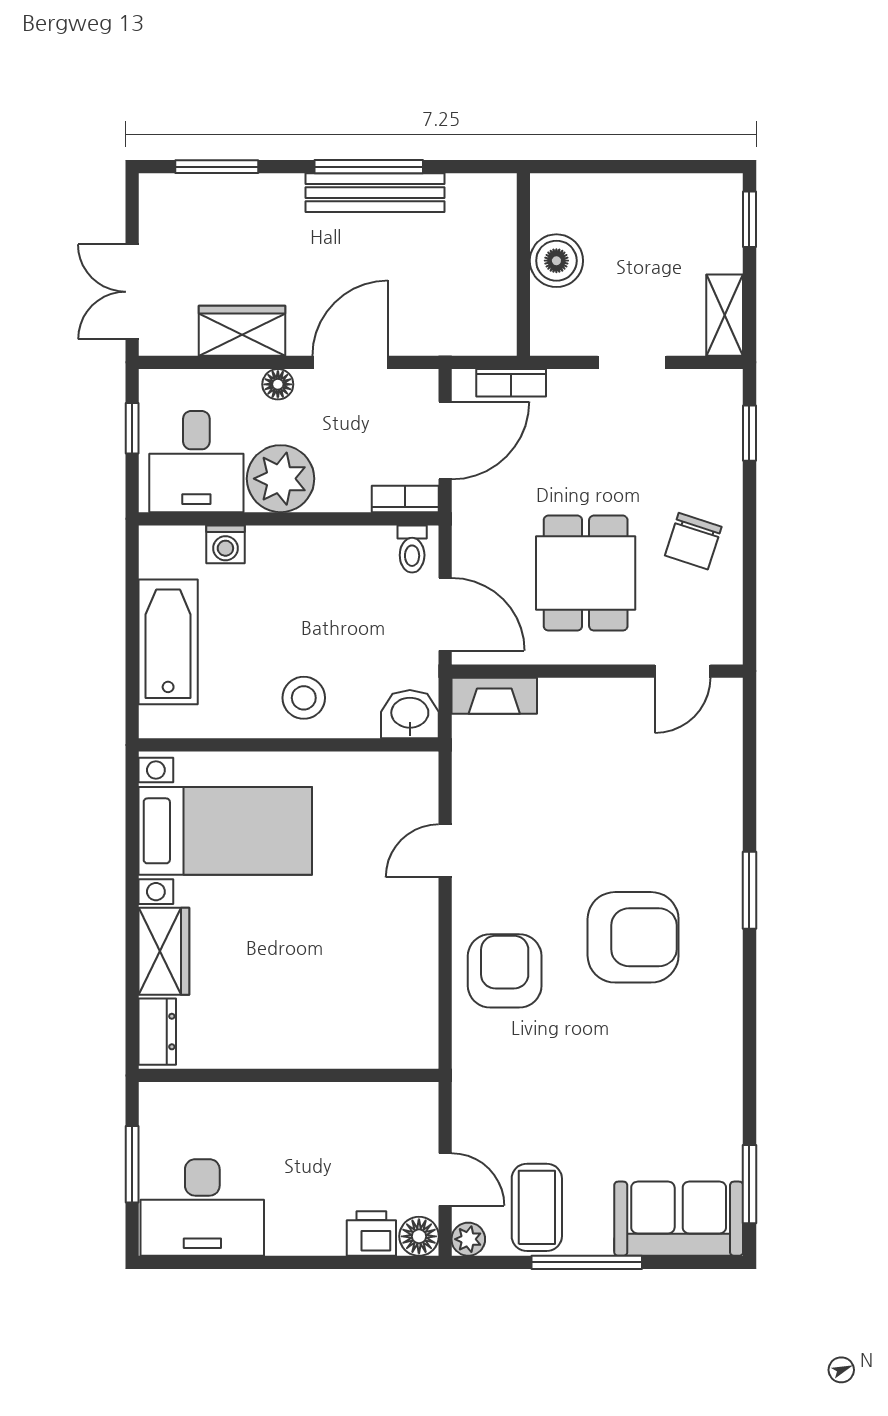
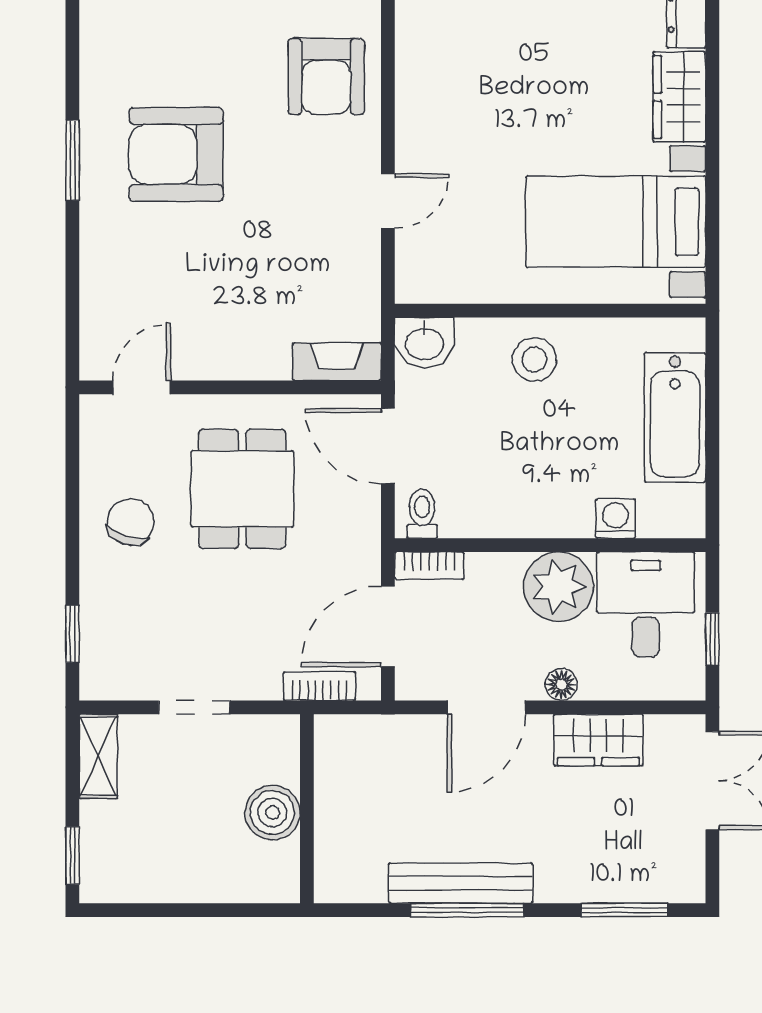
armchair: (633, 937) -> (176, 154), moved

